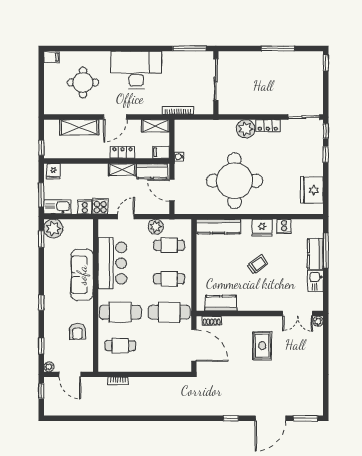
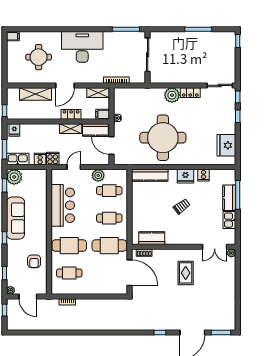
sofa: (82, 275) -> (15, 218), moved, turned 180

